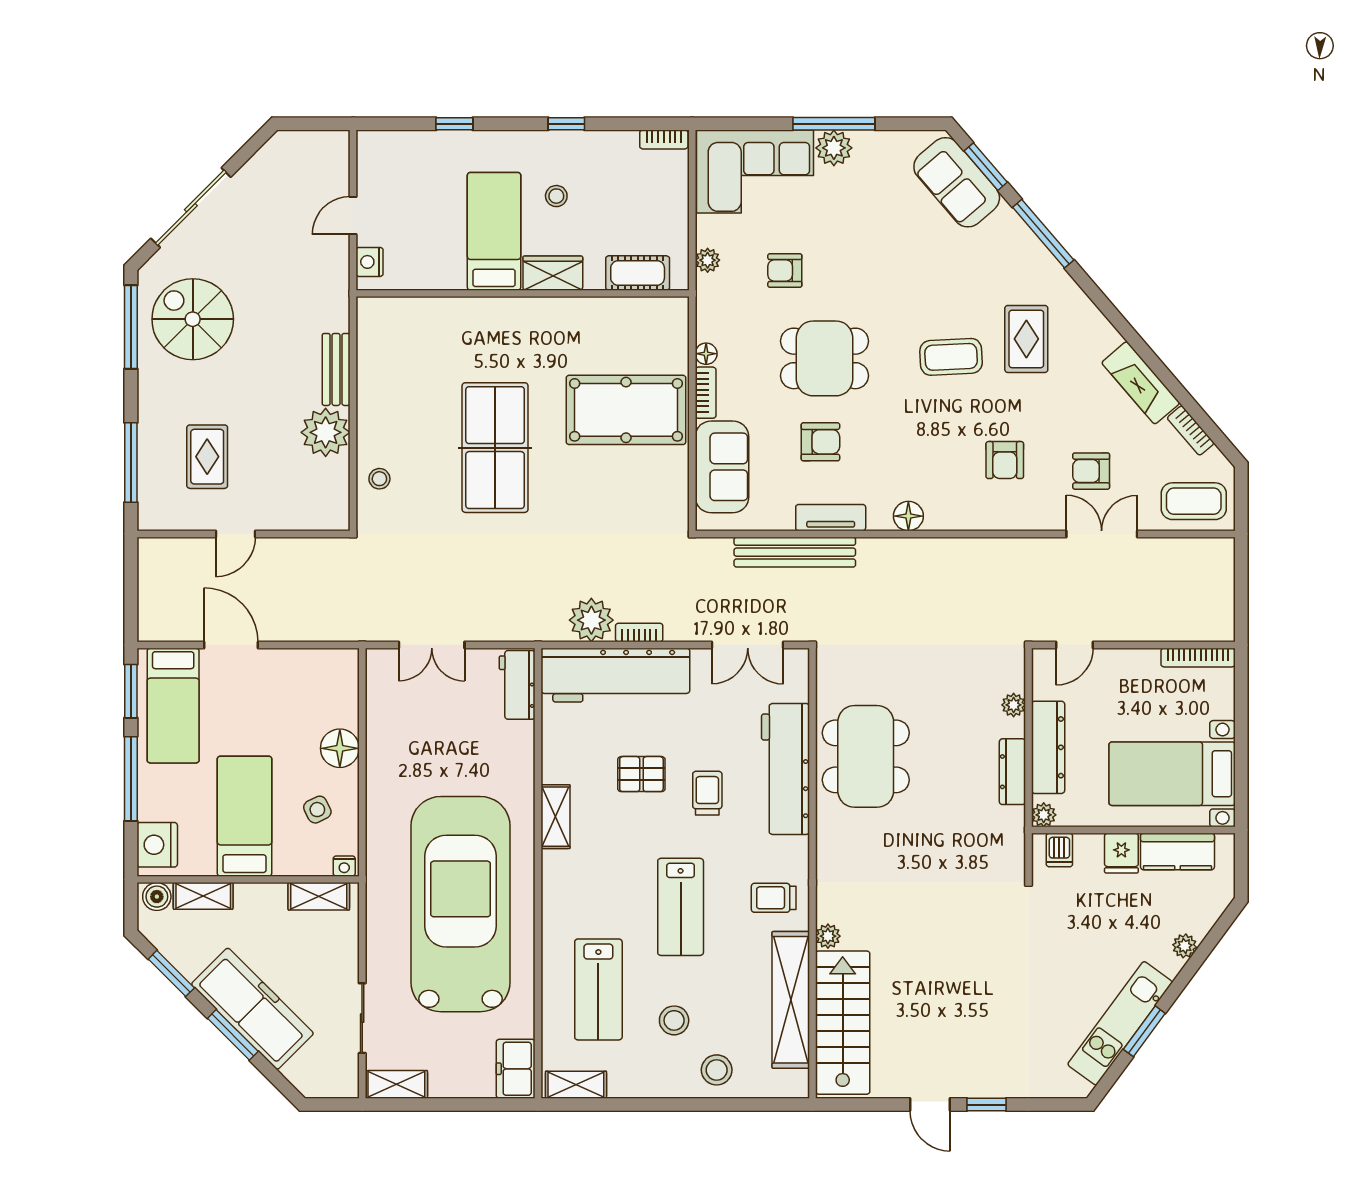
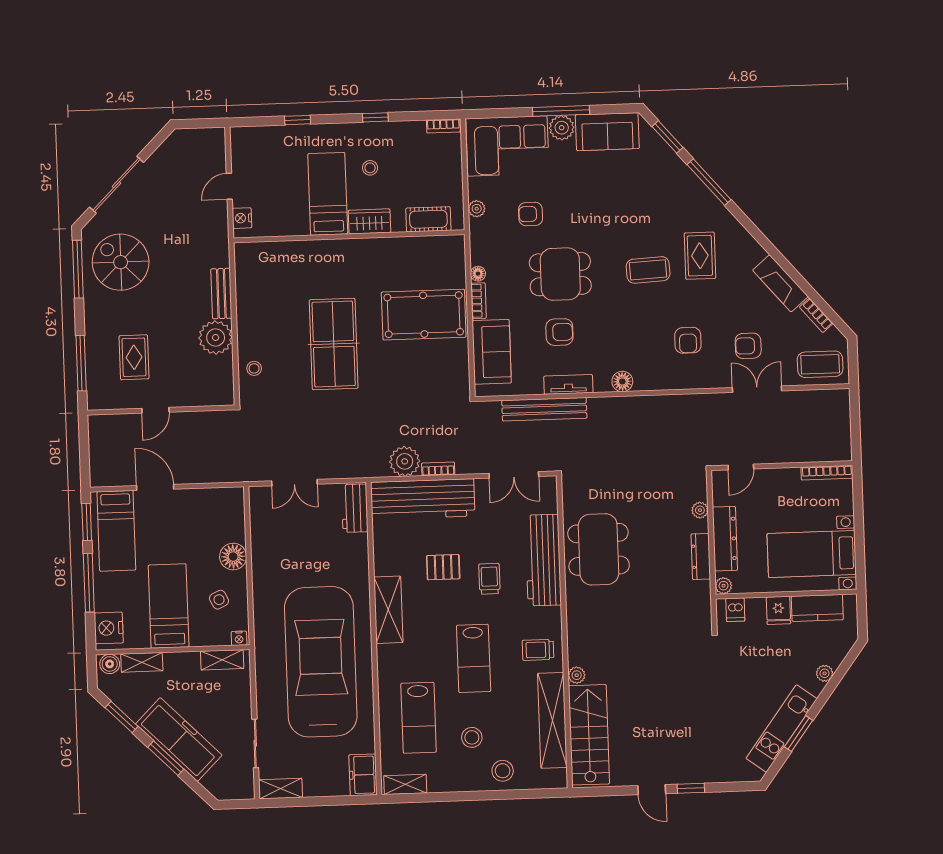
sofa: (957, 182) -> (607, 132), moved, turned -49
shelving: (556, 817) -> (388, 610), width x1.50, depth x1.33

